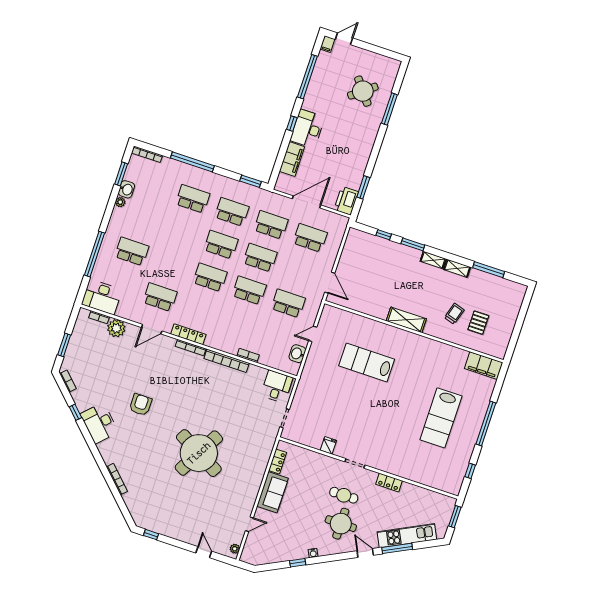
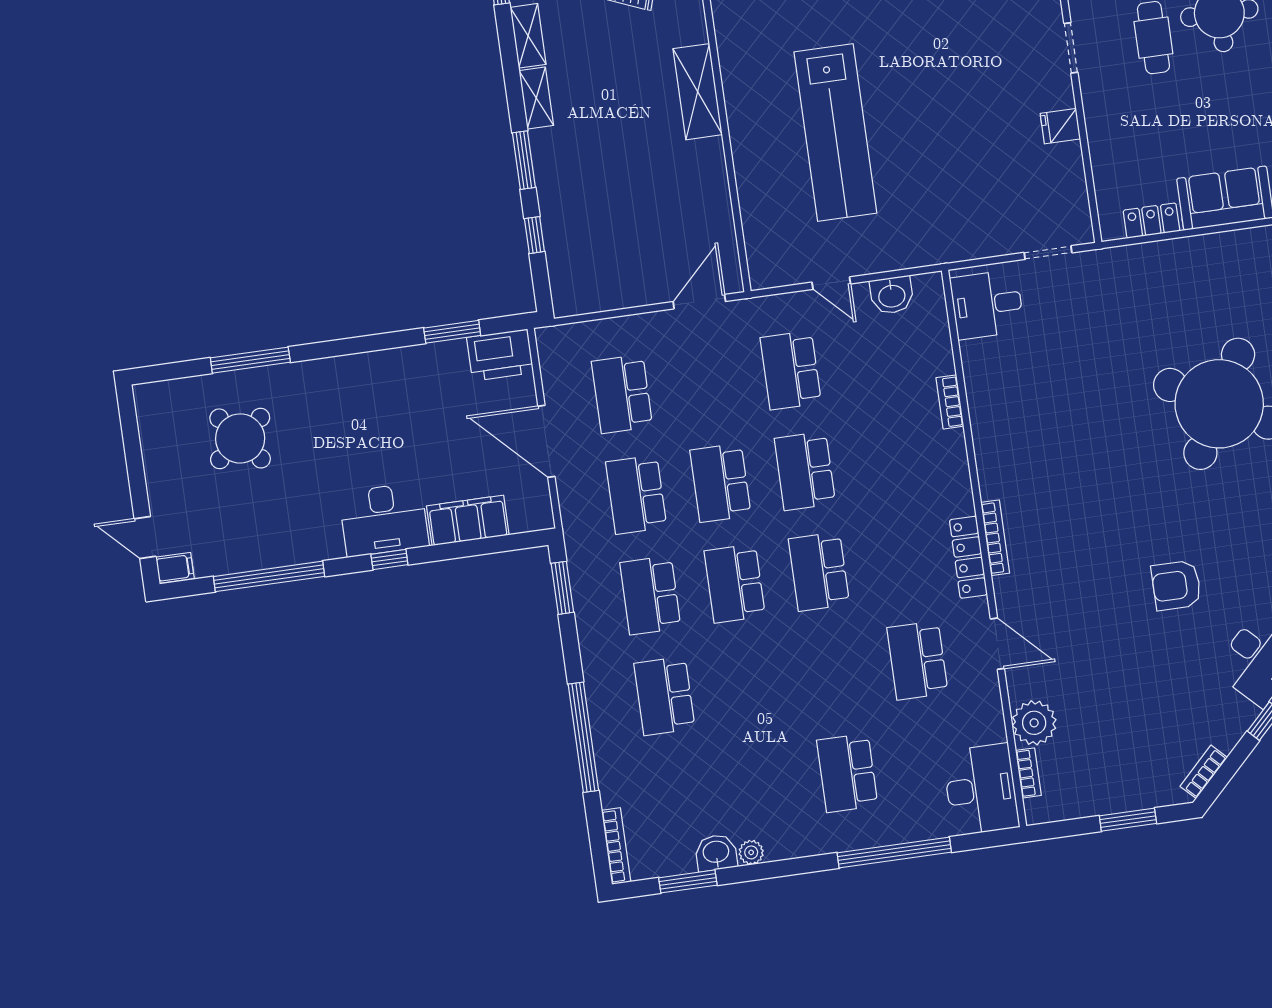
bookcase: (227, 361) -> (985, 444), removed
lab bench: (367, 363) -> (835, 133), width x1.36

